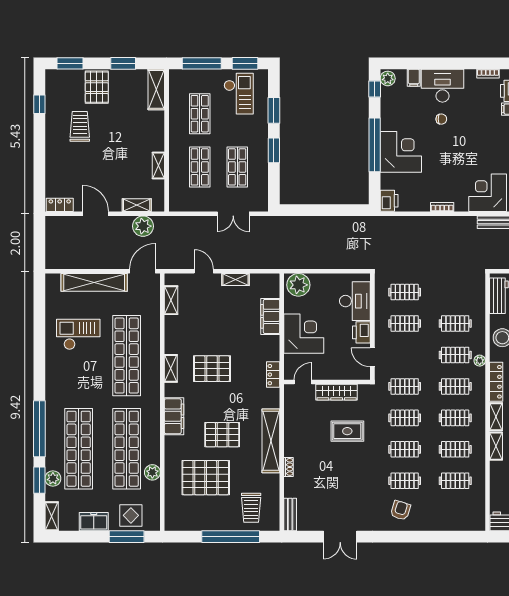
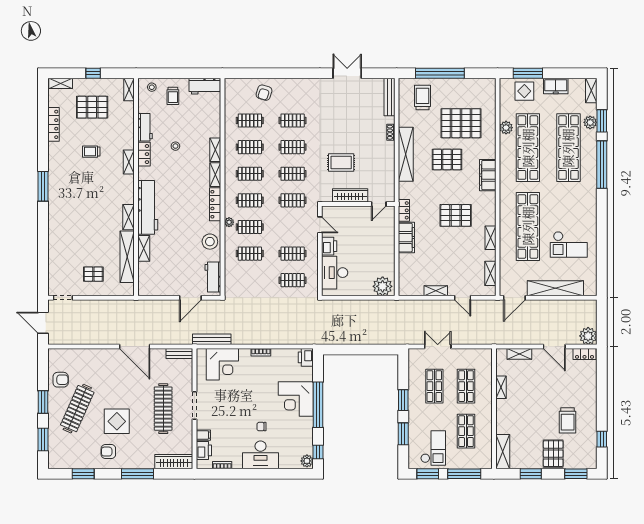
filing cabinet: (414, 78) -> (285, 462), removed
checkout: (239, 94) -> (433, 448), turned 180
plant: (143, 226) -> (588, 336), moved
filing cabinet: (270, 316) -> (406, 238), moved
corner desk: (304, 334) -> (378, 245), removed
shelving: (171, 368) -> (491, 238), moved
armchair: (400, 510) -> (264, 93), moved
bench: (290, 515) -> (389, 97), width x1.36

